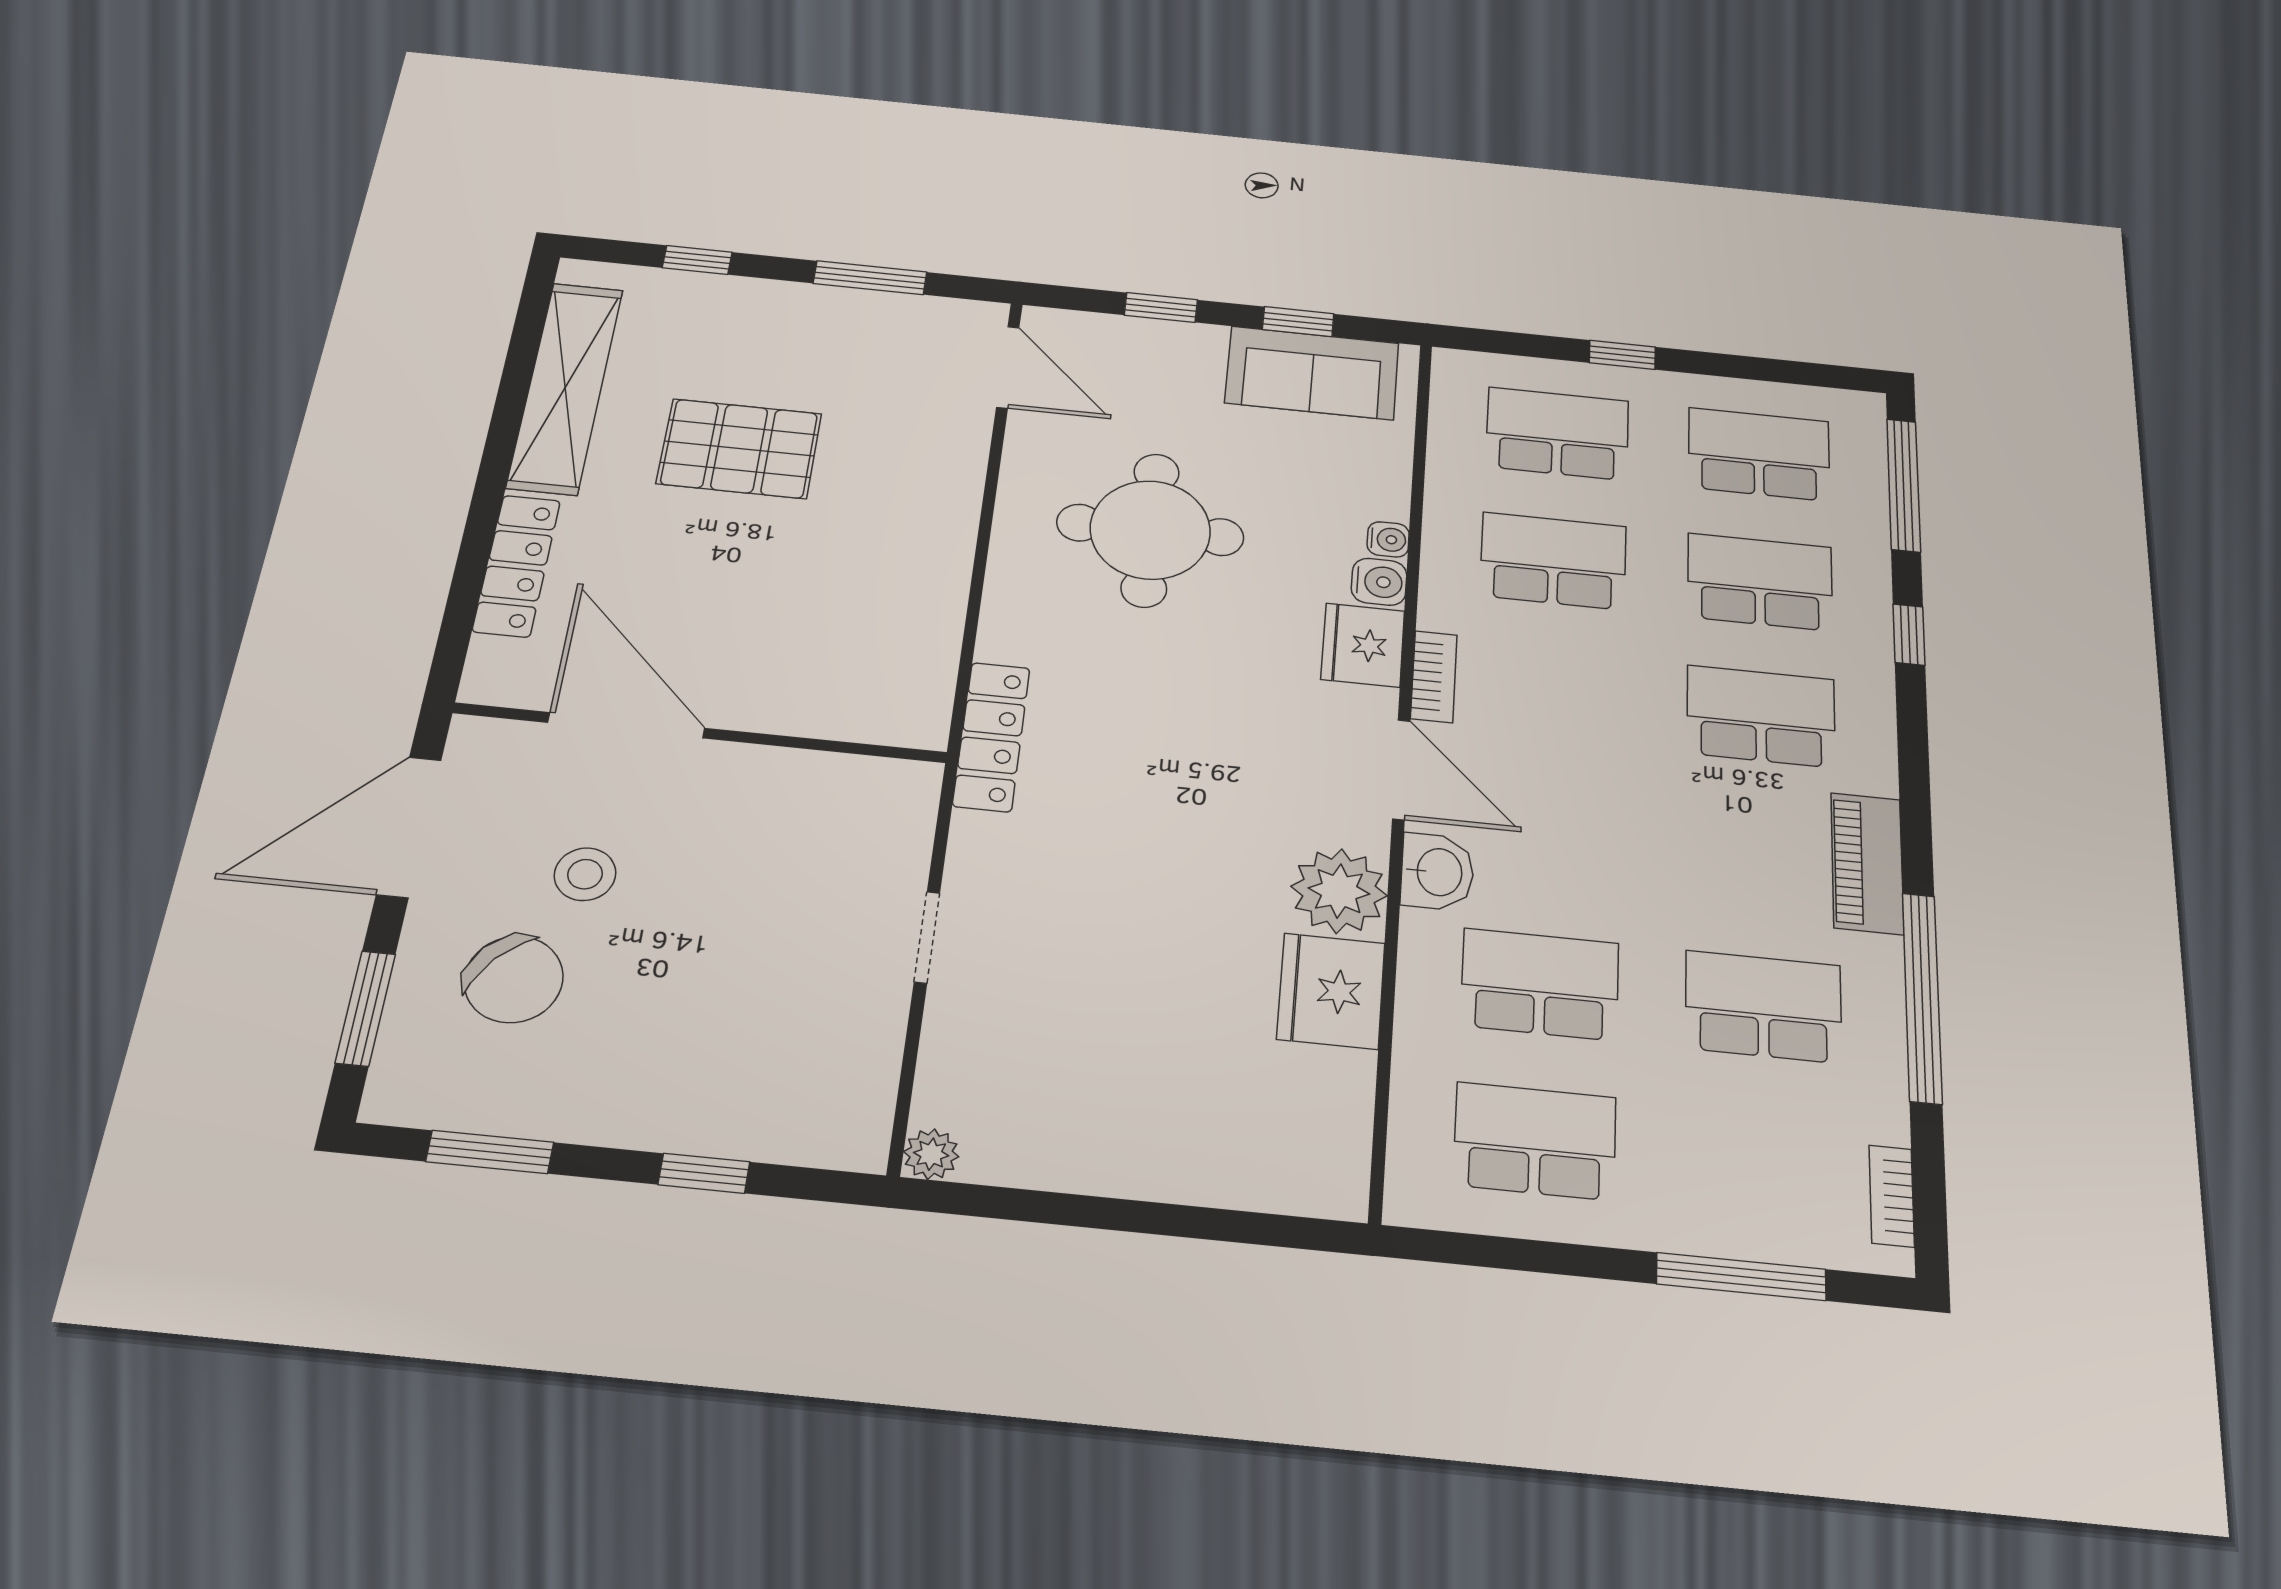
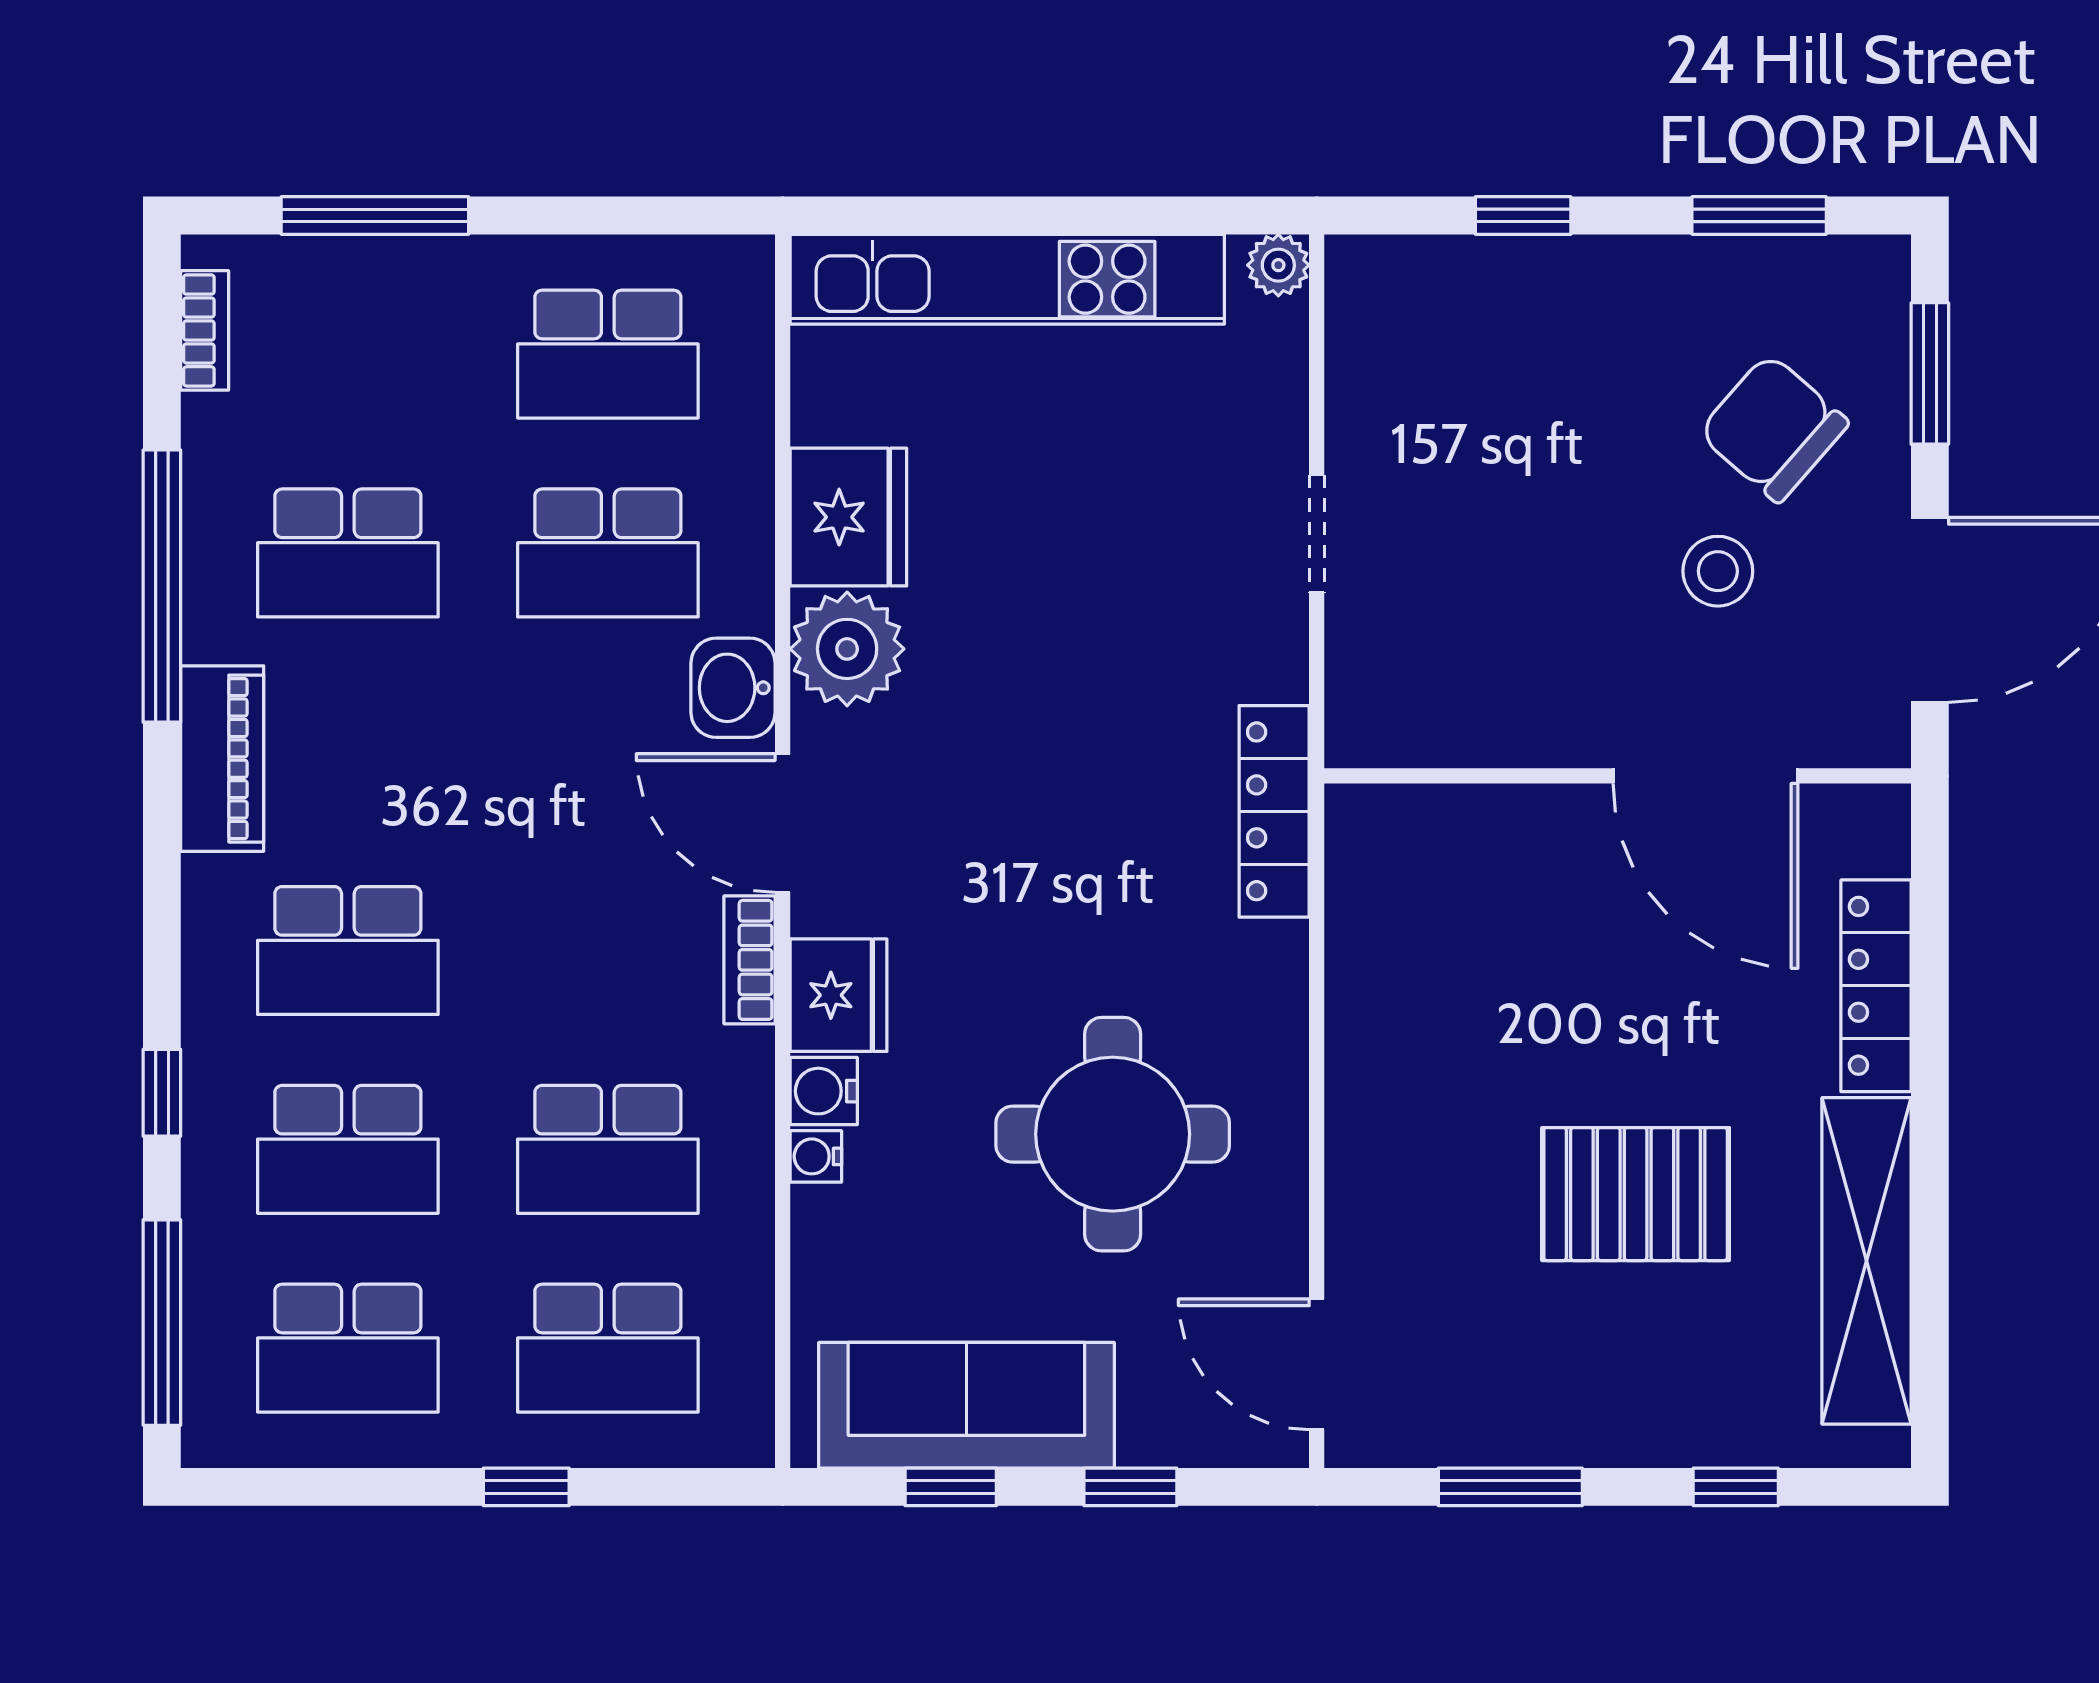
sofa: (1312, 373) -> (966, 1405), width x1.36
kitchen unit: (1176, 1167) -> (1007, 279), added

